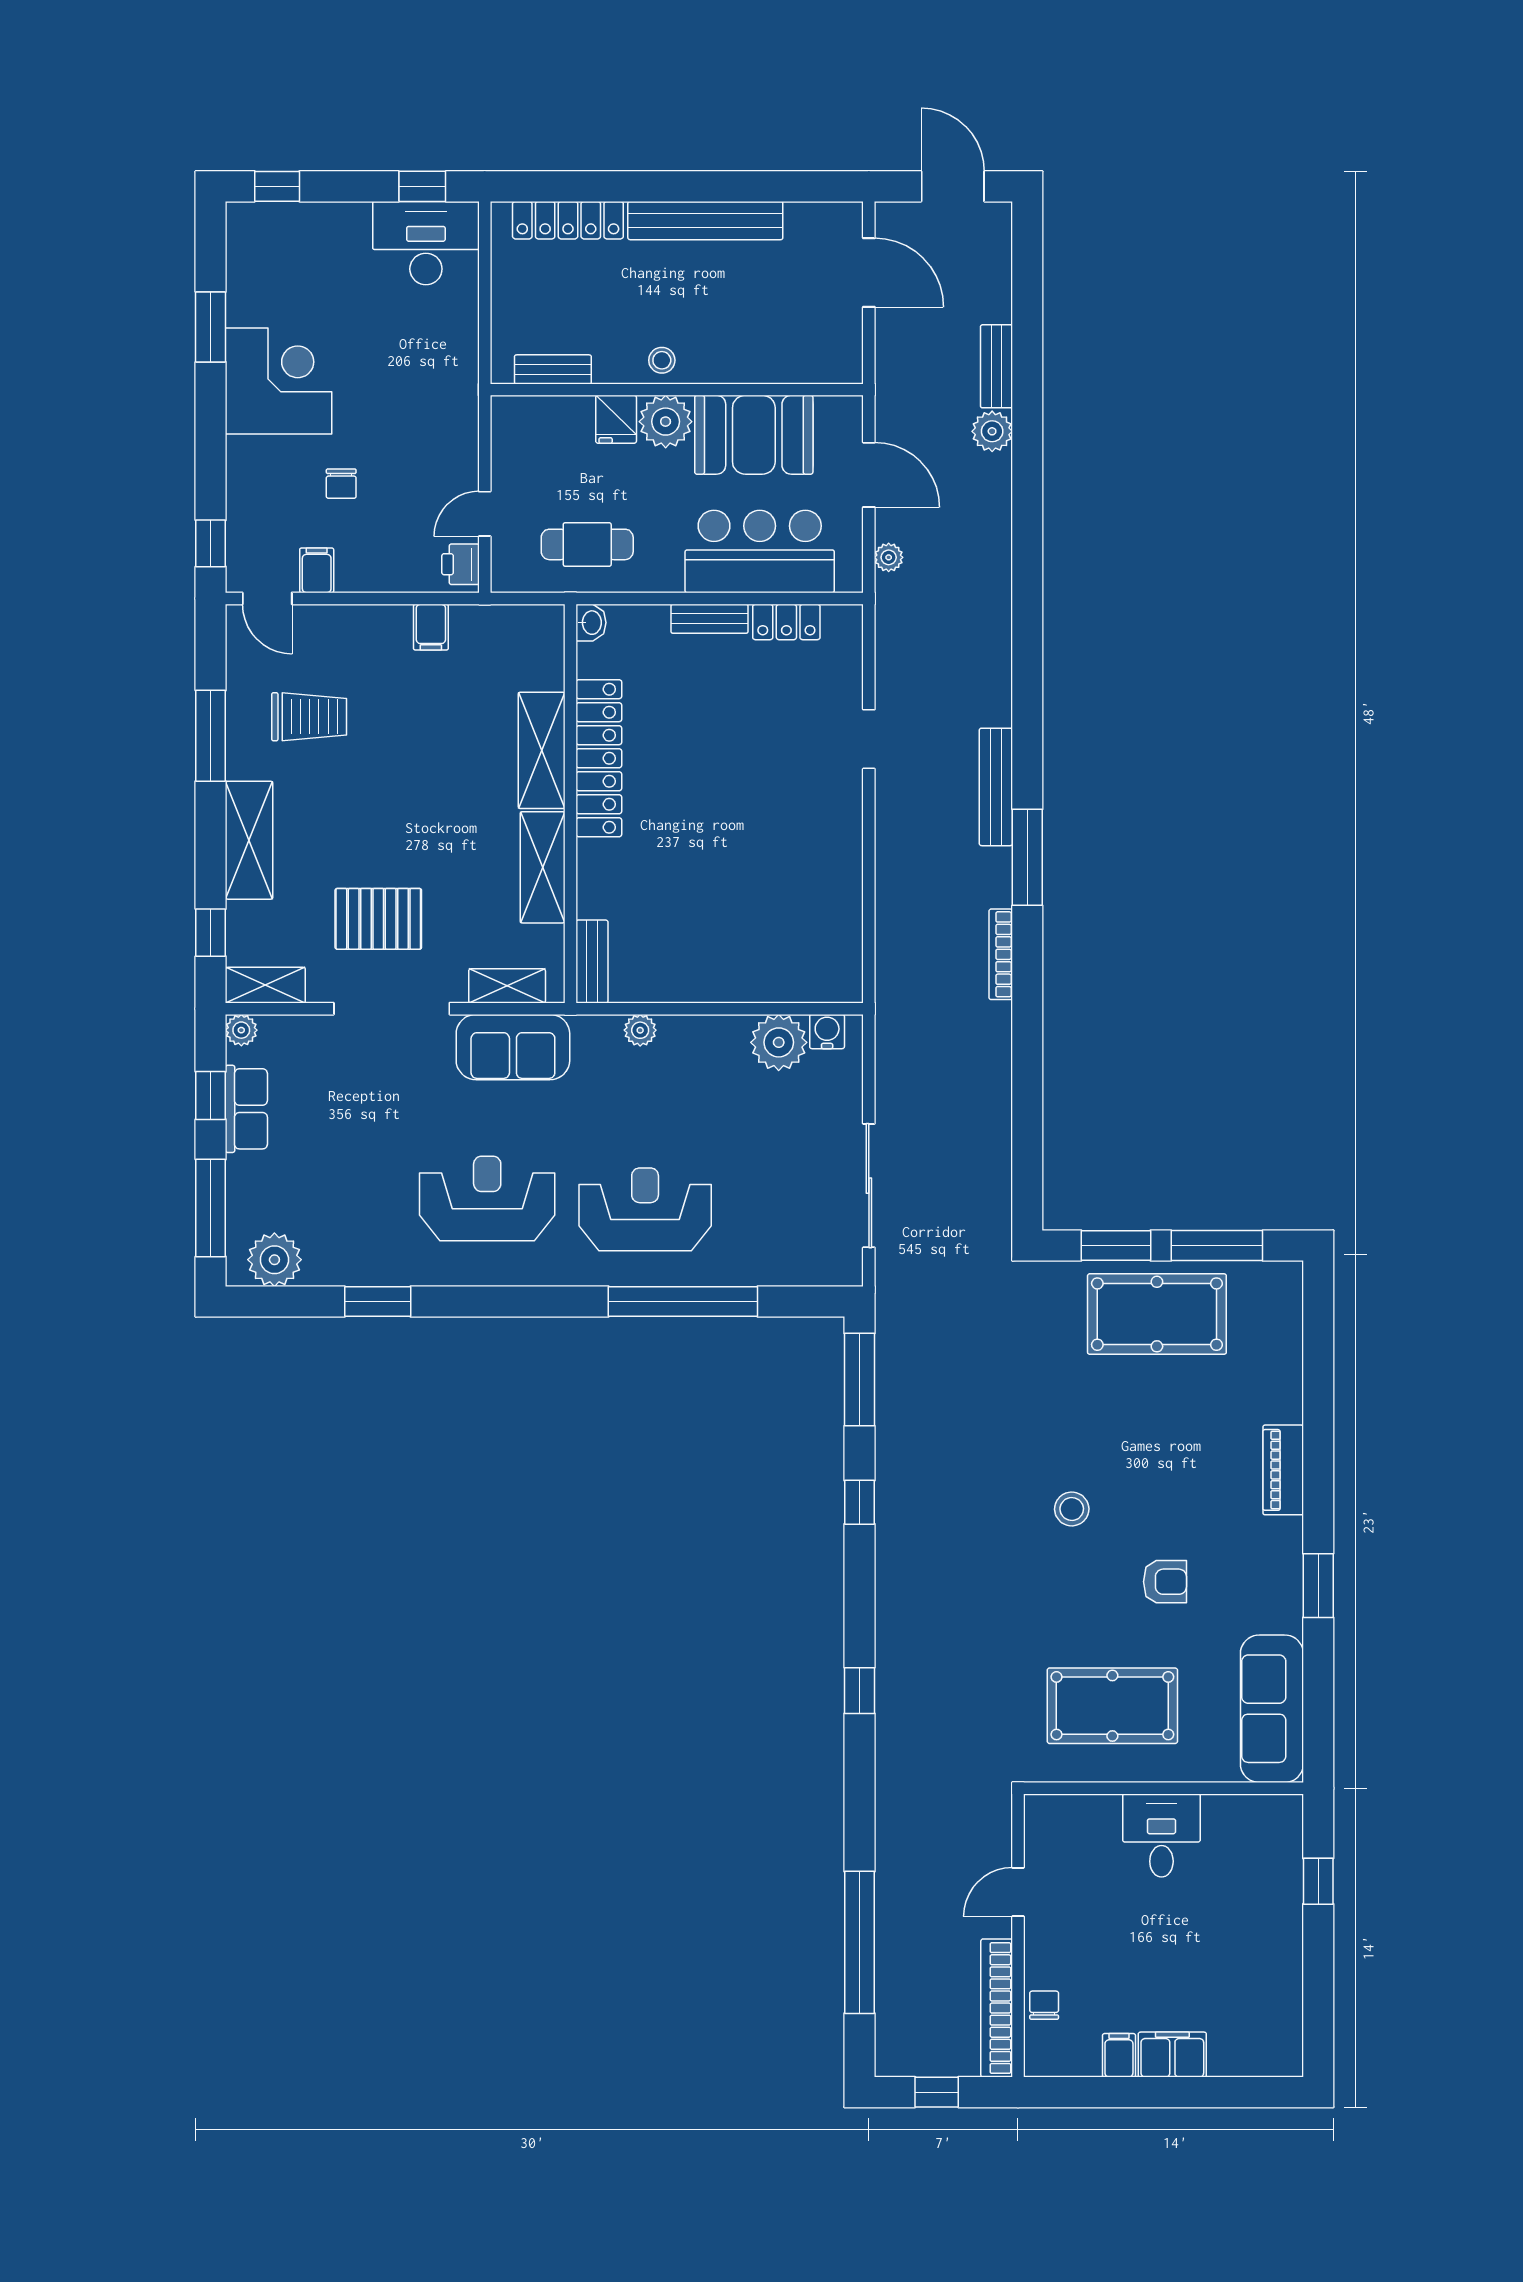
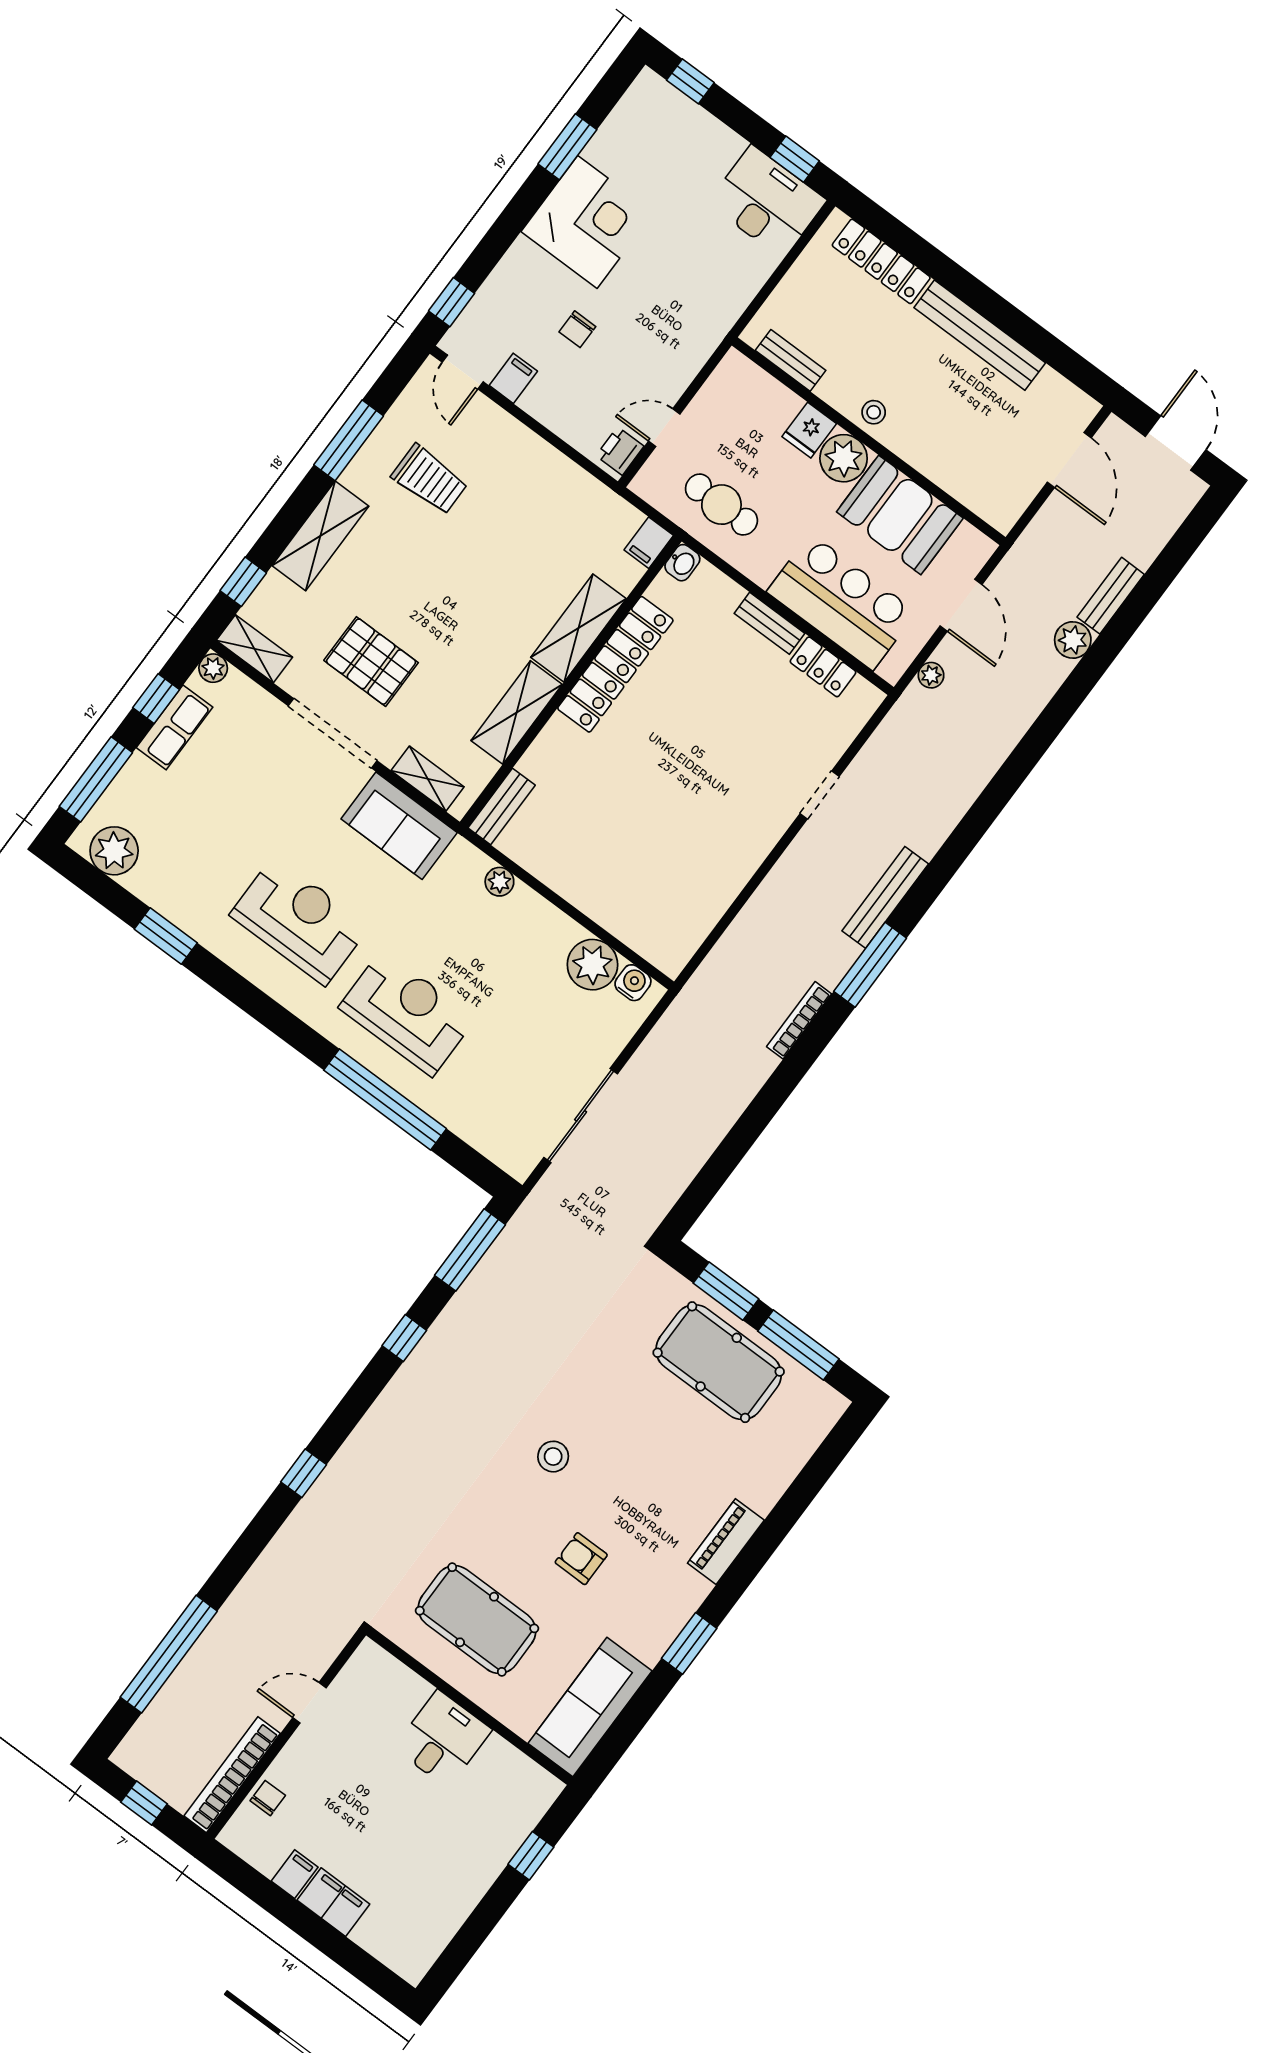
filing cabinet: (431, 627) -> (649, 543), moved
armchair: (1165, 1582) -> (581, 1559), turned 180

